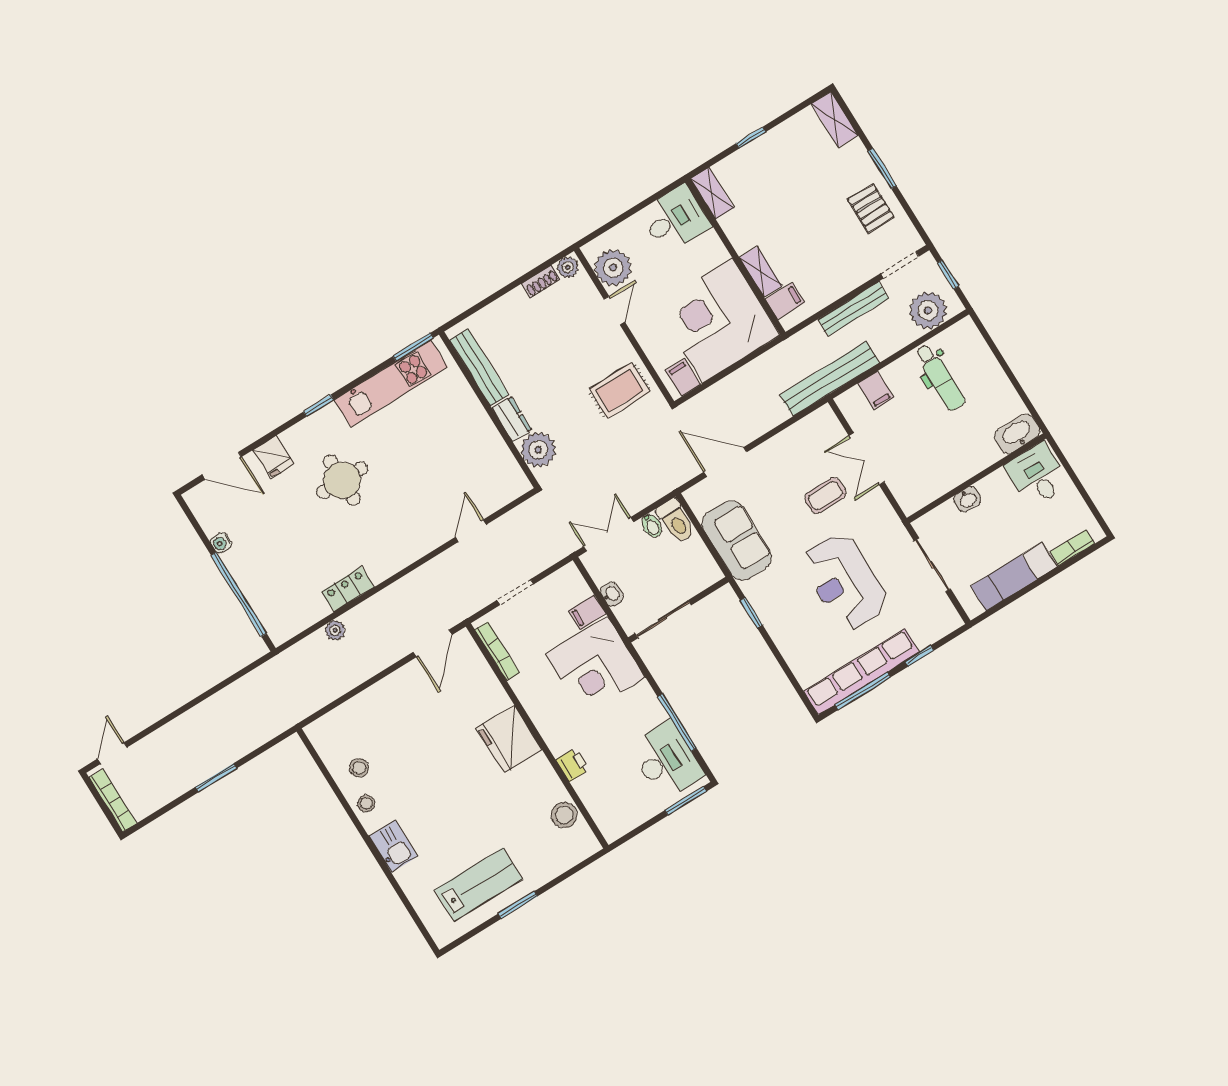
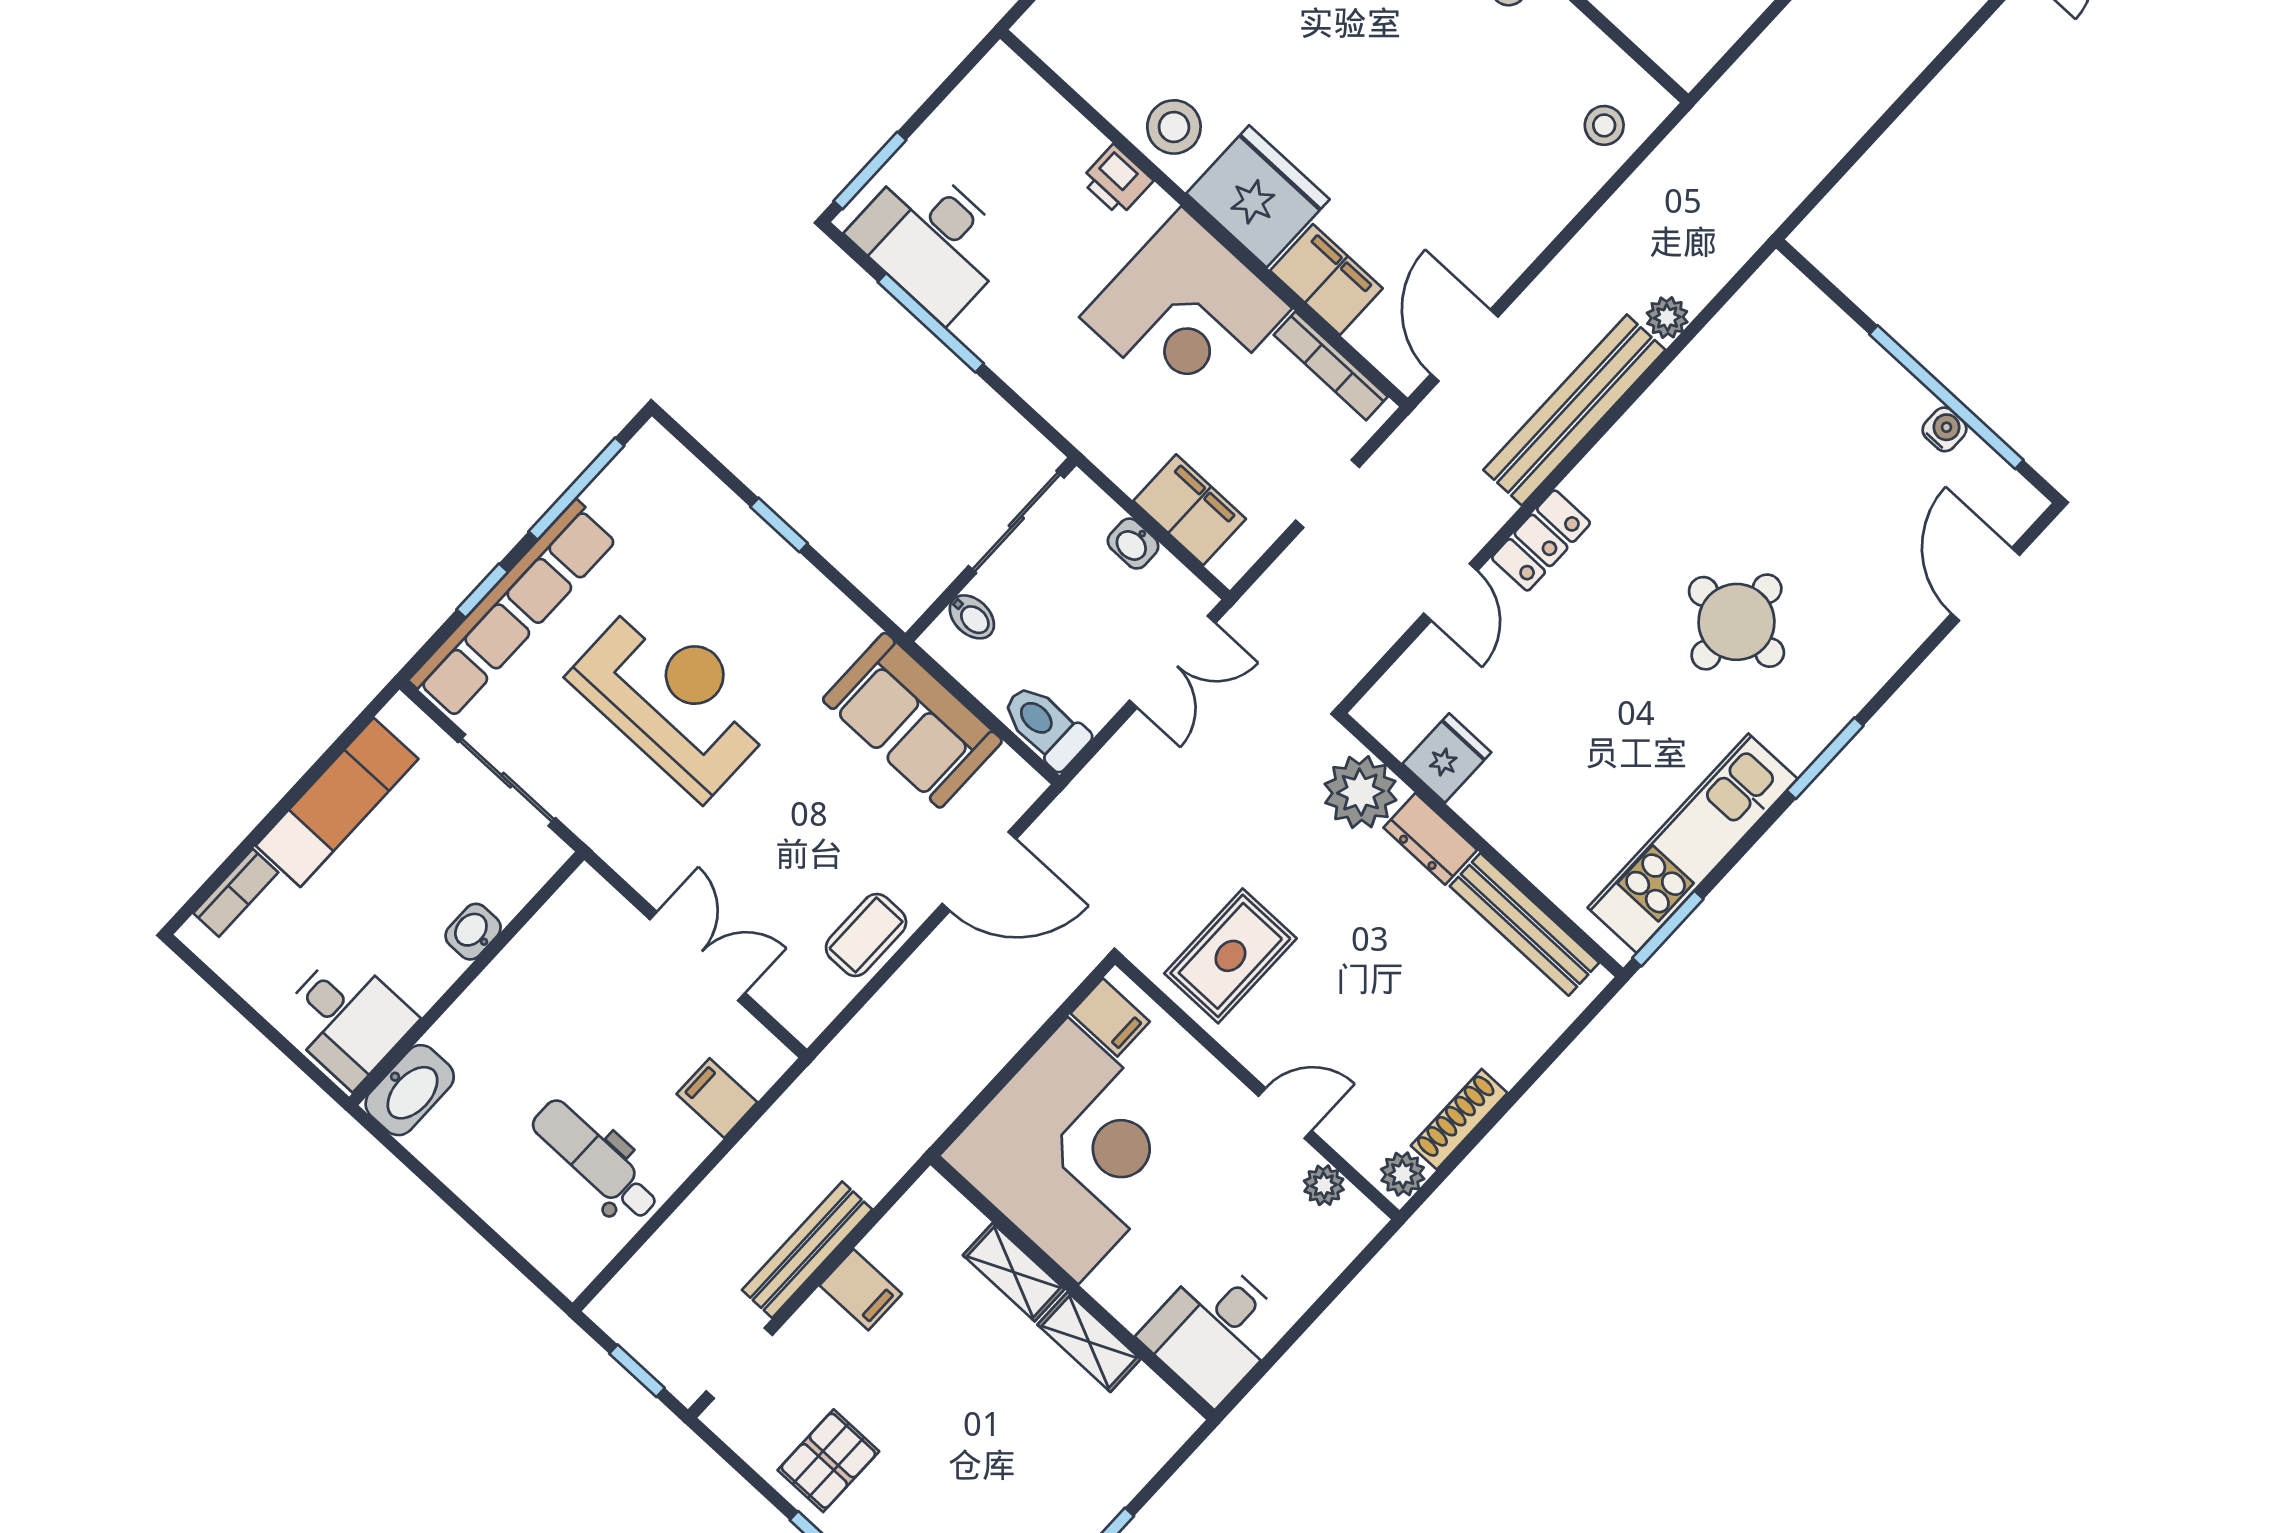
shelving: (712, 193) -> (1089, 1342), moved
pallet: (871, 208) -> (828, 1461), turned 90
plant: (613, 268) -> (1324, 1185), width x0.53, depth x0.53
shoe rack: (541, 281) -> (1459, 1119), width x1.43
filing cabinet: (785, 301) -> (861, 1290), moved, turned -90
plant: (928, 310) -> (657, 1288), removed
door: (614, 311) -> (1285, 1113), swing flipped
bench: (830, 379) -> (1574, 410), moved
window: (319, 406) -> (1825, 758), width x1.50
fridge: (273, 457) -> (1447, 758), moved, turned 90
door: (222, 466) -> (1986, 584), hinge flipped
coffee table: (825, 496) -> (866, 935), moved
bidet: (652, 526) -> (972, 617), moved, turned 180
locker: (348, 589) -> (1541, 540), moved
window: (239, 594) -> (1946, 397), moved
filing cabinet: (587, 612) -> (1190, 510), width x2.00
window: (751, 613) -> (779, 525), moved
corner desk: (596, 666) -> (1186, 313), moved, turned 180
row of seats: (862, 672) -> (514, 609), moved
filing cabinet: (488, 692) -> (1326, 280), added
stool: (359, 768) -> (1604, 125), moved
stool: (564, 815) -> (1174, 127), moved

